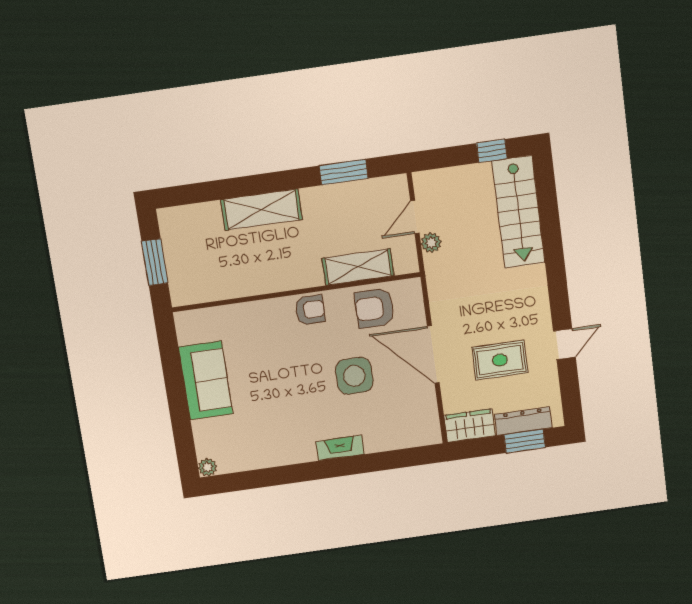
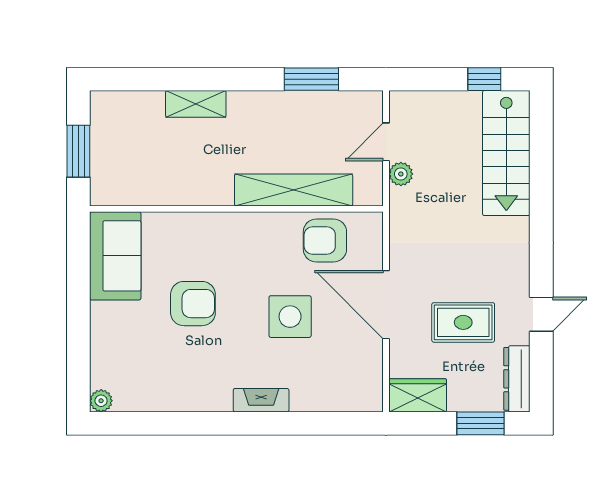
shelving: (262, 210) -> (196, 104), width x0.67, depth x0.75
shelving: (358, 267) -> (294, 190), width x1.47
armchair: (310, 310) -> (193, 304), moved, width x1.38, depth x1.38
sofa: (206, 381) -> (115, 256), moved
dresser: (523, 421) -> (517, 379), moved, turned -90

